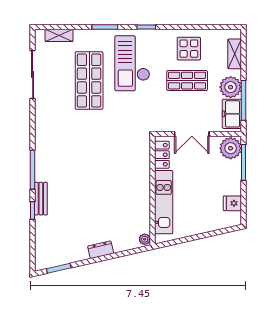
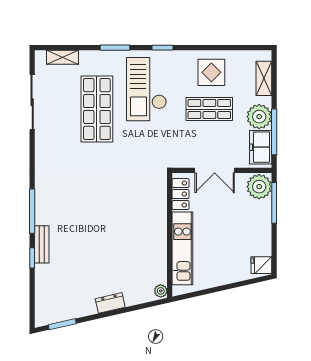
fridge: (232, 203) -> (261, 265), moved

